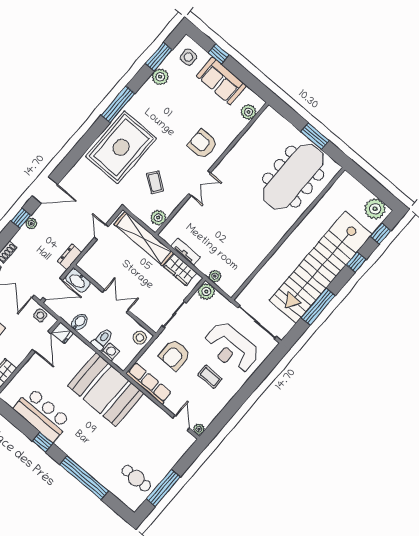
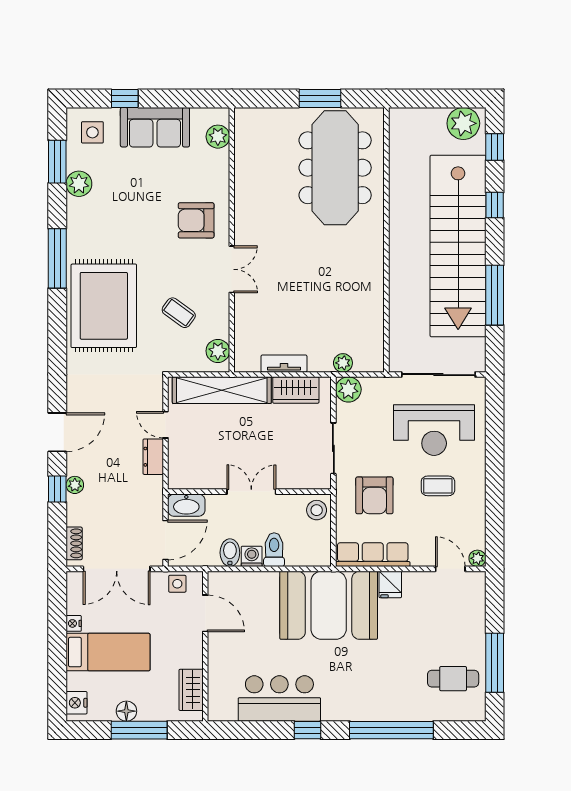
dresser: (70, 257) -> (153, 457), moved
fridge: (62, 333) -> (390, 584), moved, turned 90
washing machine: (111, 352) -> (252, 556), moved

